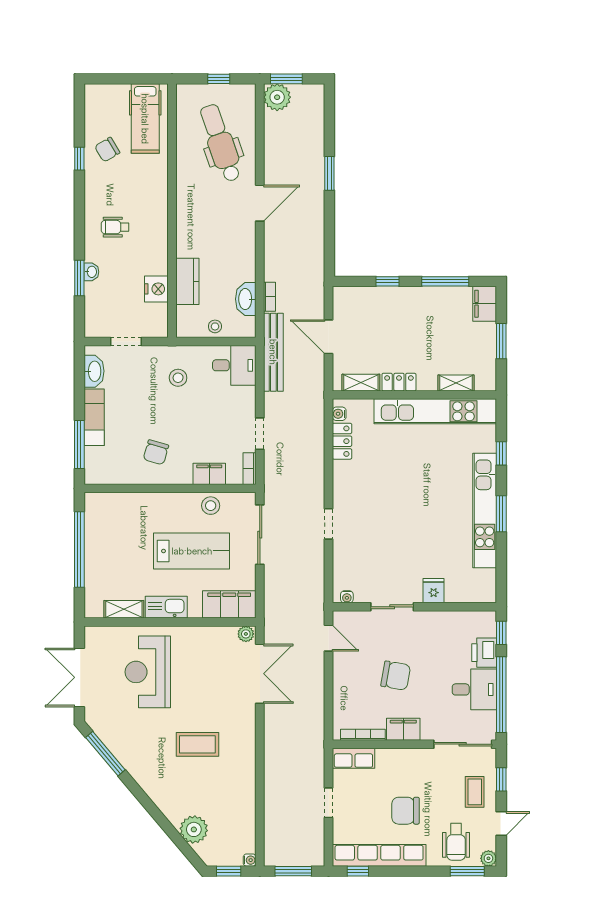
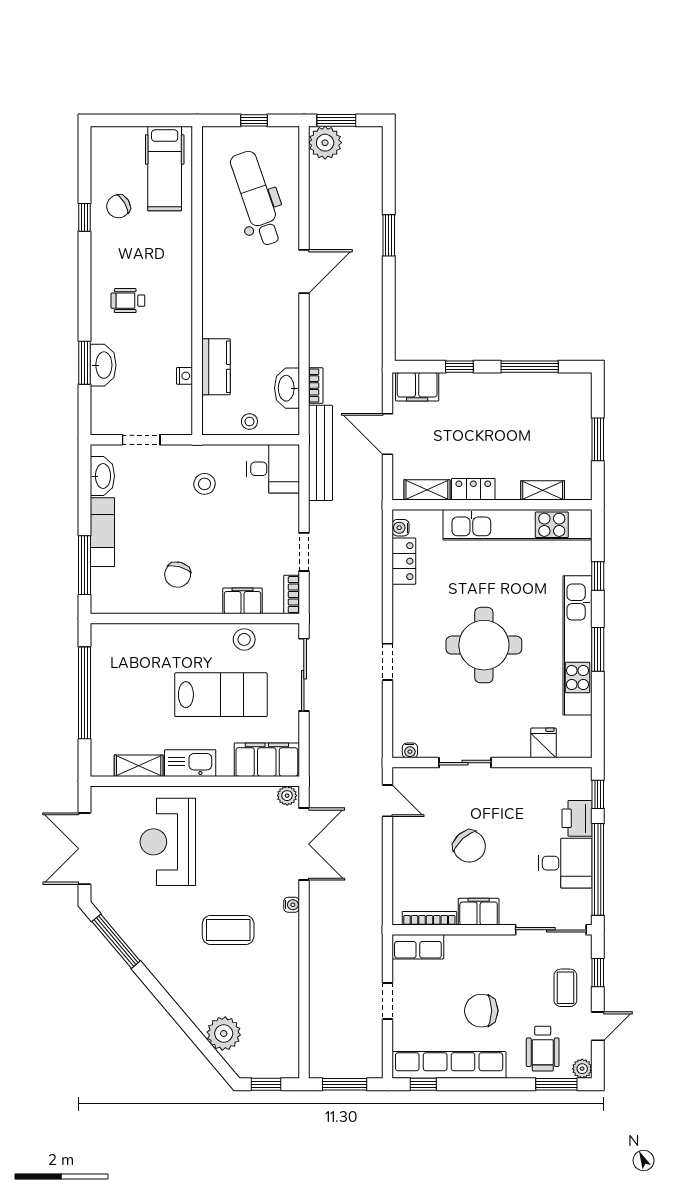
washbasin: (91, 272) -> (103, 365), width x1.91, depth x1.45
nightstand: (156, 289) -> (185, 376), width x0.53, depth x0.56
filing cabinet: (485, 304) -> (417, 387), moved, turned -90
round table: (408, 510) -> (484, 645), added
fridge: (434, 591) -> (543, 743), moved
chair: (396, 676) -> (469, 846), turned 38
water cooler: (250, 860) -> (292, 905), moved

